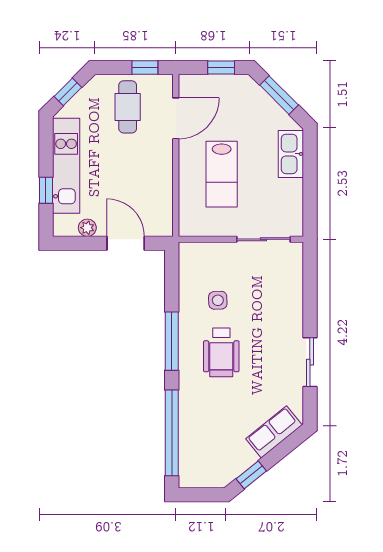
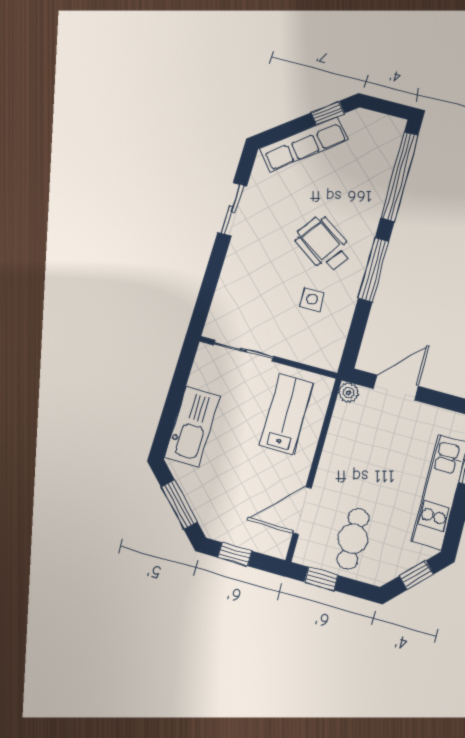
kitchen sink: (291, 154) -> (192, 426), width x1.36, depth x1.24
lab bench: (222, 174) -> (287, 414), moved
plant: (87, 228) -> (349, 393), moved
door: (126, 243) -> (396, 387), swing flipped
wheelchair: (221, 352) -> (324, 244), turned -55
row of seats: (274, 432) -> (304, 144), width x1.48

